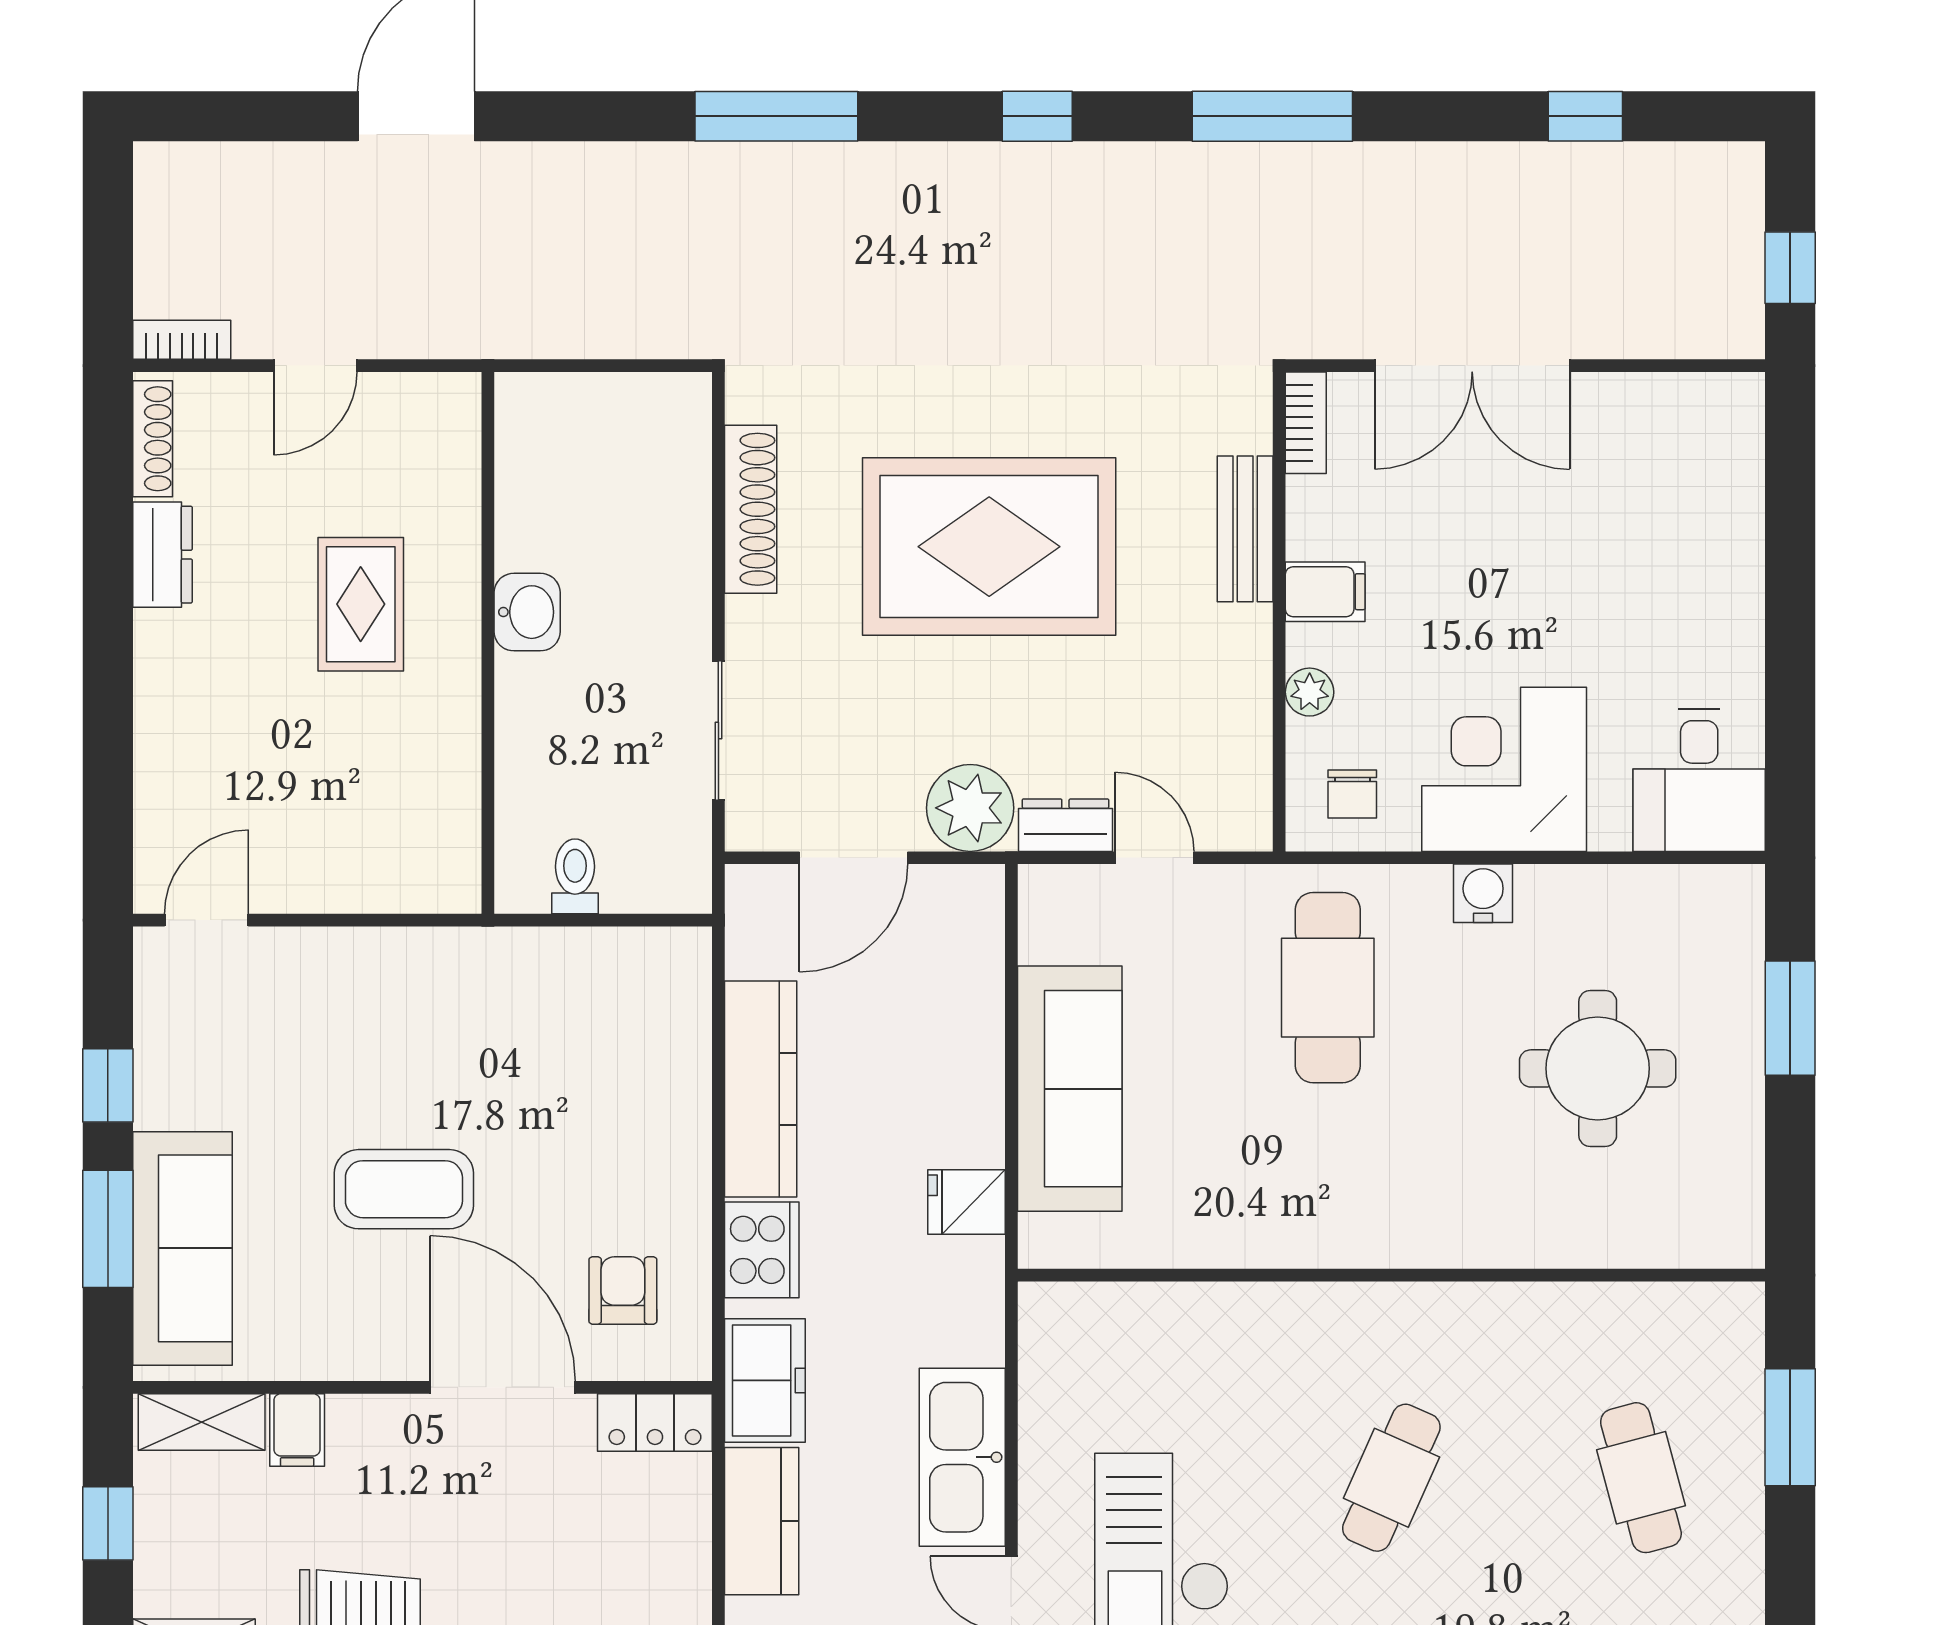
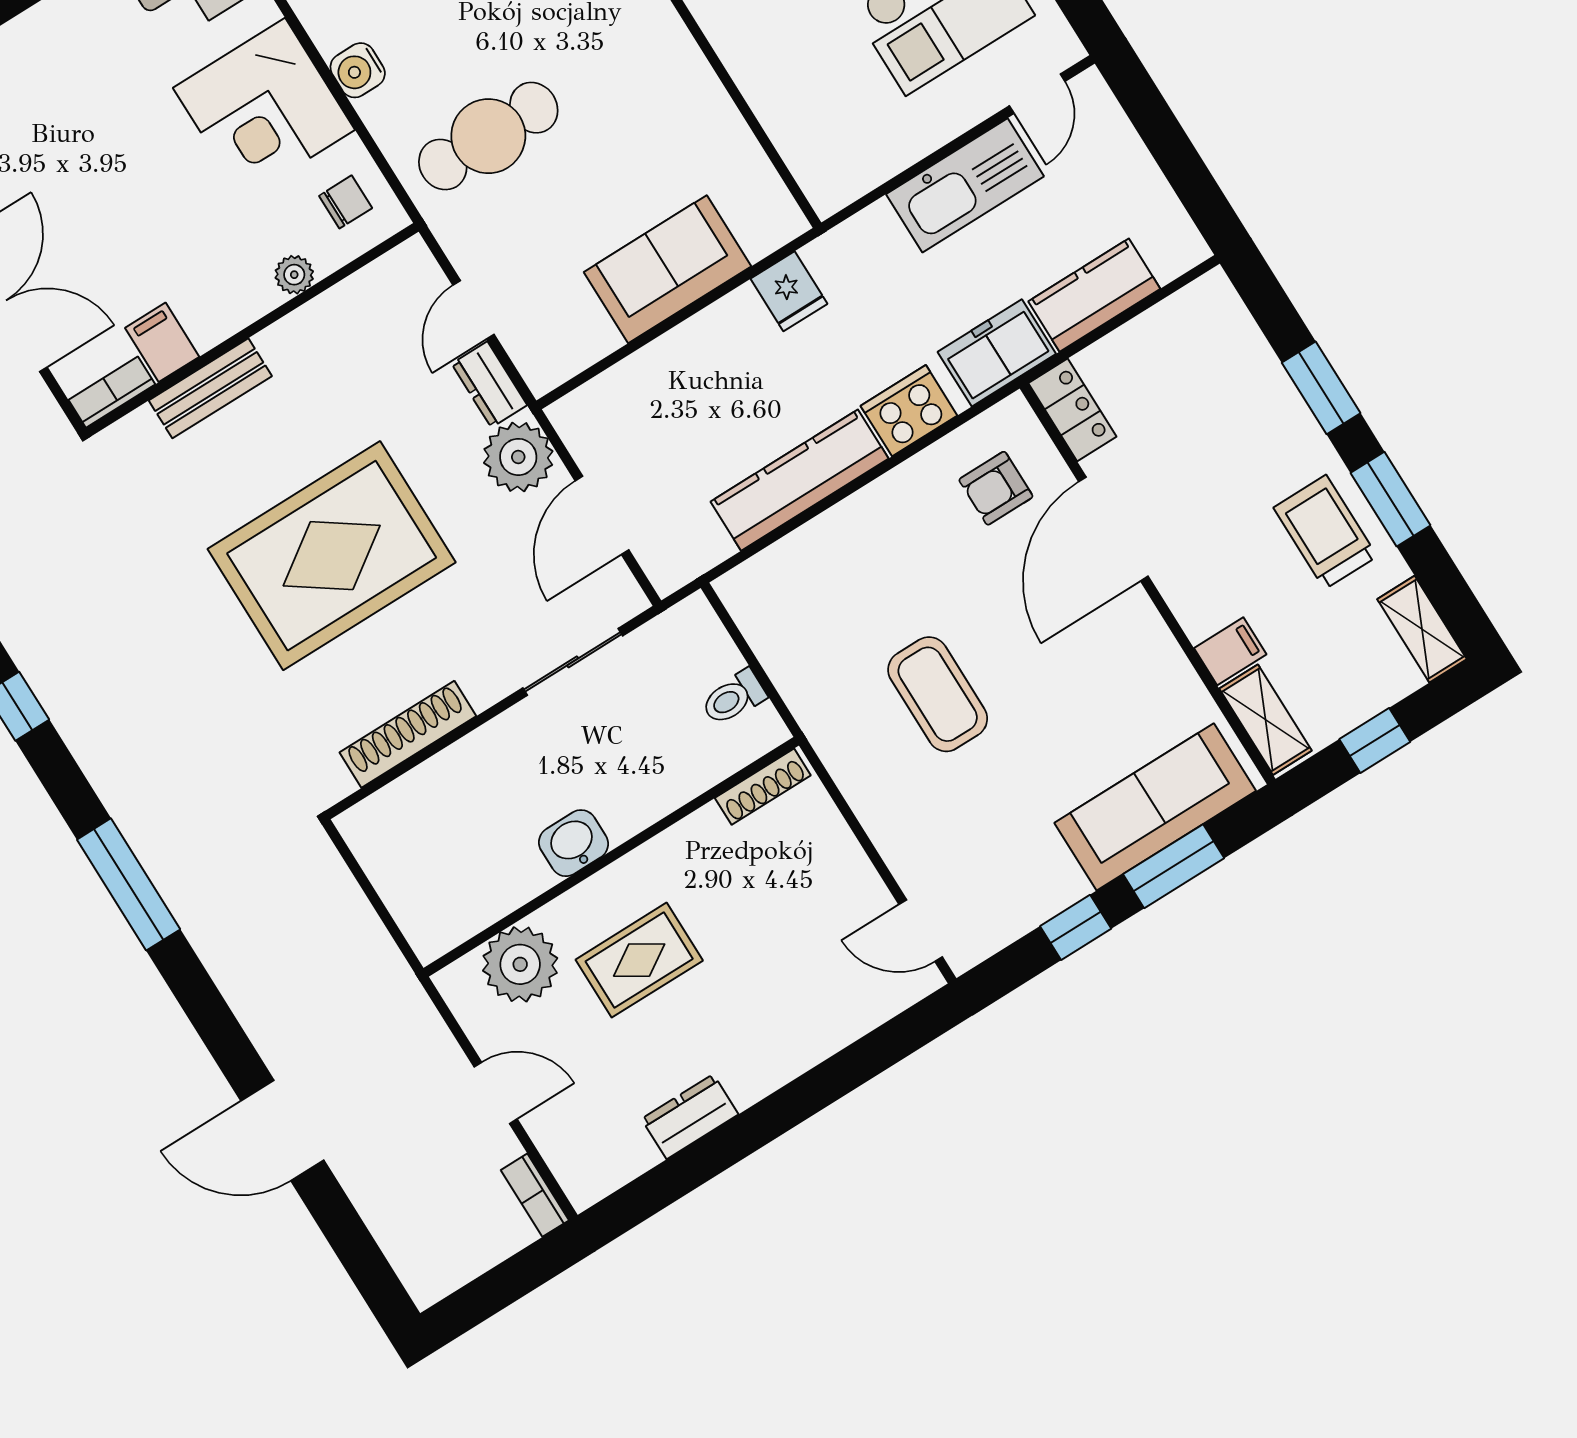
shoe rack: (153, 439) -> (763, 787), moved, turned 180
plant: (435, 476) -> (520, 964), added
rug: (989, 547) -> (332, 556), turned 90
filing cabinet: (1325, 592) -> (162, 342), moved
door: (854, 858) -> (602, 515), swing flipped
sofa: (1070, 1089) -> (667, 269), width x0.73
coffee table: (404, 1189) -> (938, 694), moved

